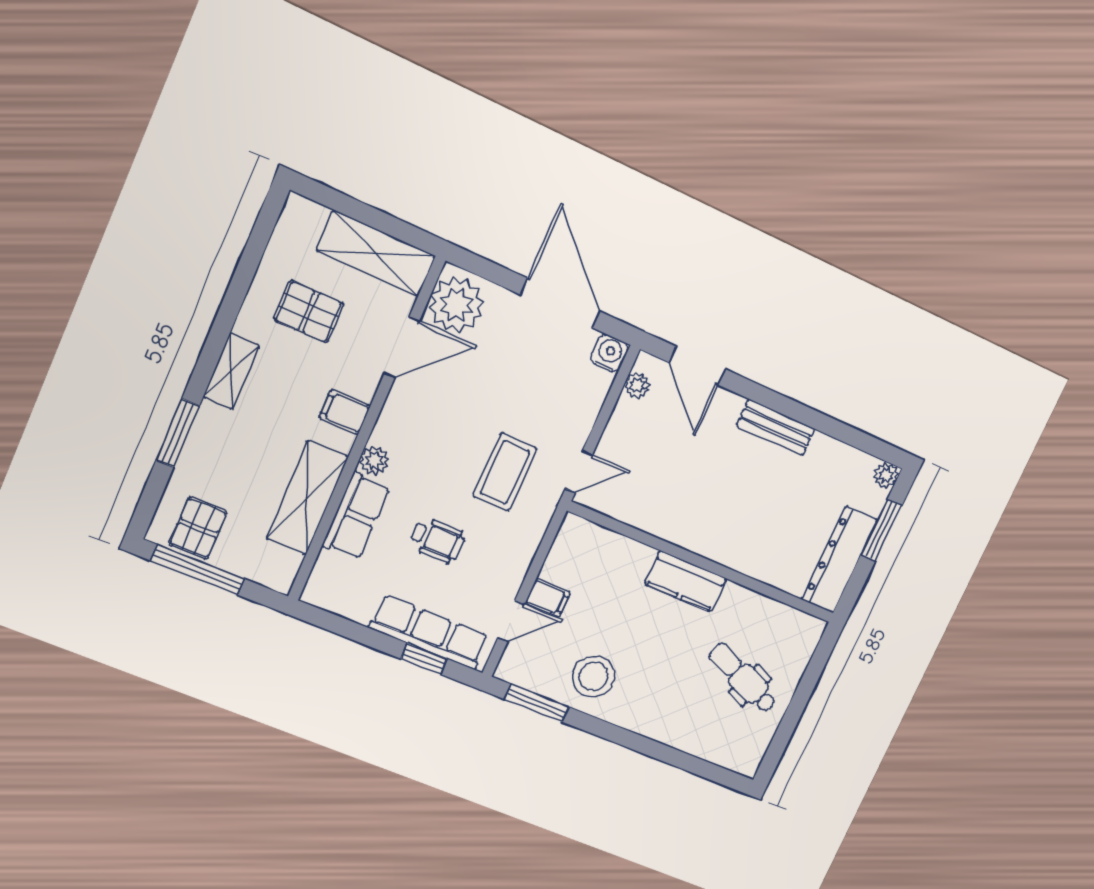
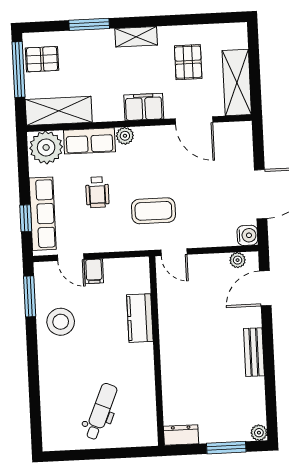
plant: (456, 305) -> (46, 147), moved
filing cabinet: (345, 412) -> (144, 107), width x2.00
shelving: (307, 498) -> (59, 111), moved
dresser: (840, 560) -> (181, 435), width x0.51, depth x0.80
kitchen counter: (686, 581) -> (140, 318), moved

